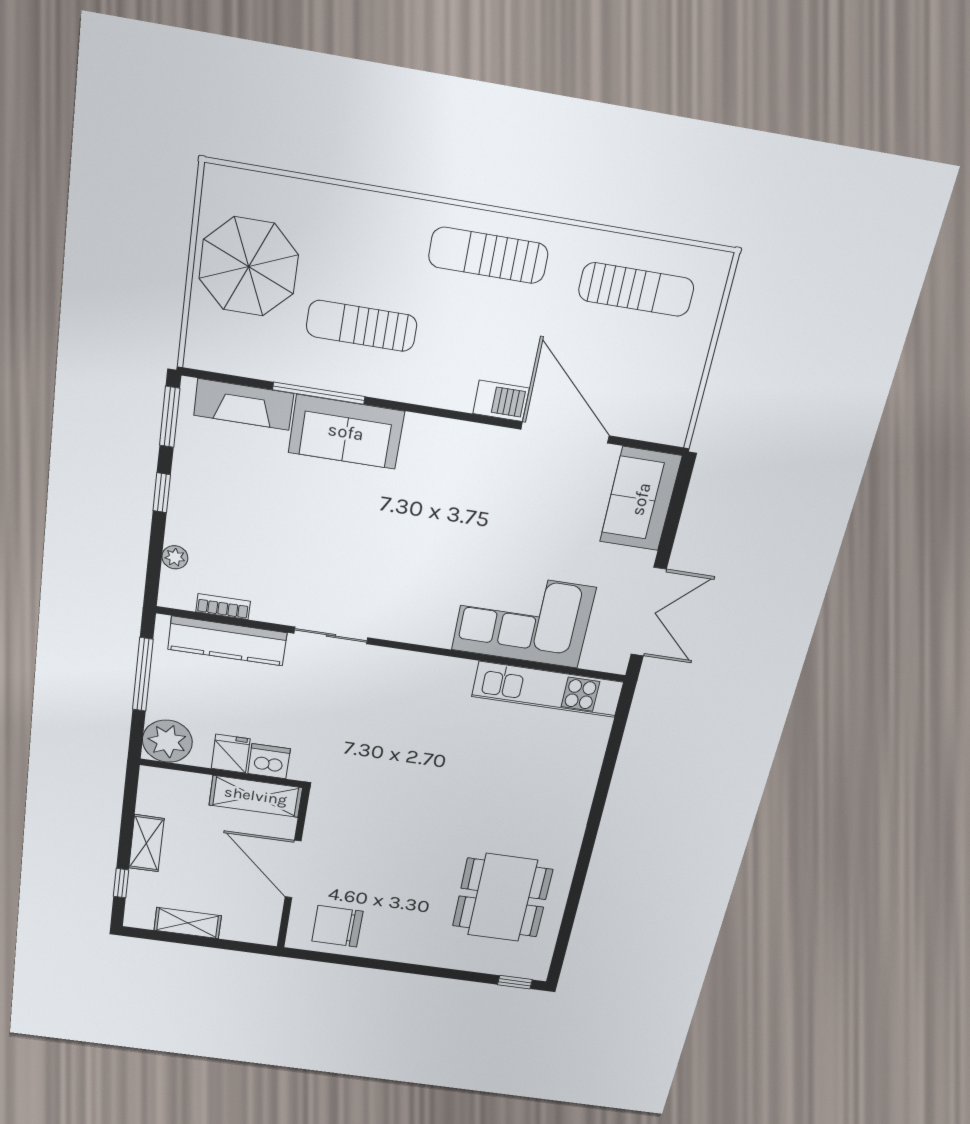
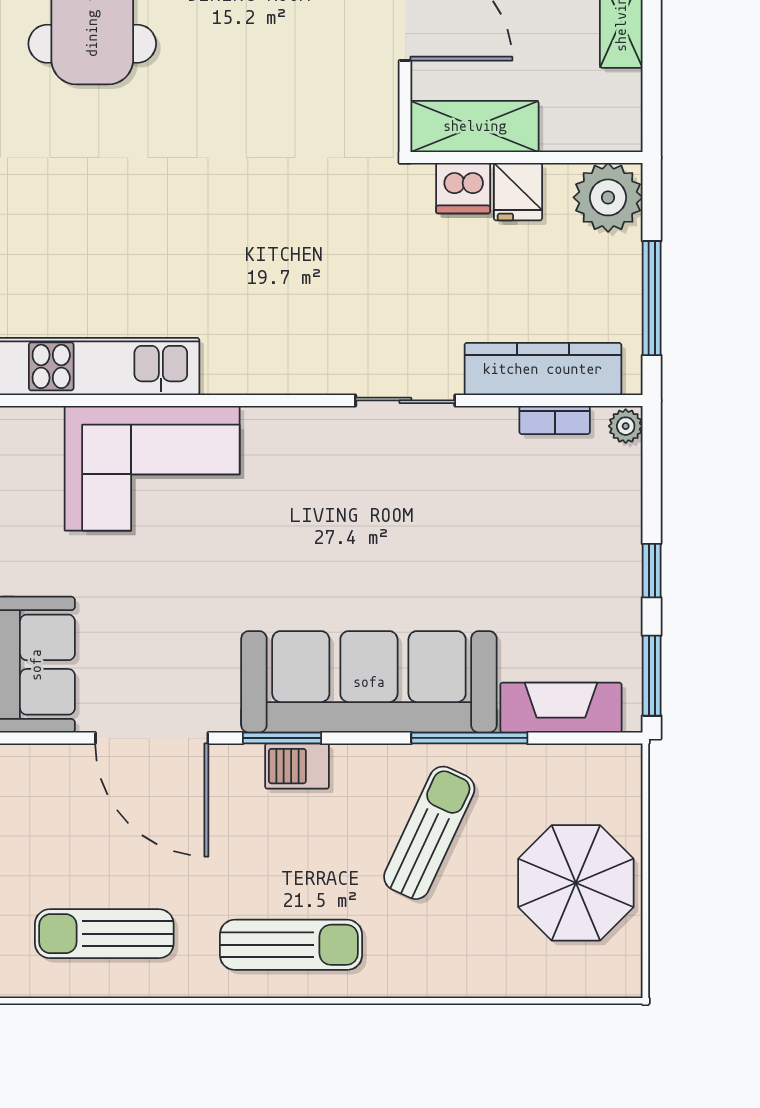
sun lounger: (362, 326) -> (429, 833), turned -65
barbecue: (501, 401) -> (297, 766), moved
window: (465, 416) -> (282, 738), added
sofa: (346, 432) -> (369, 682), width x1.85, depth x1.27
plant: (175, 557) -> (626, 426), moved

